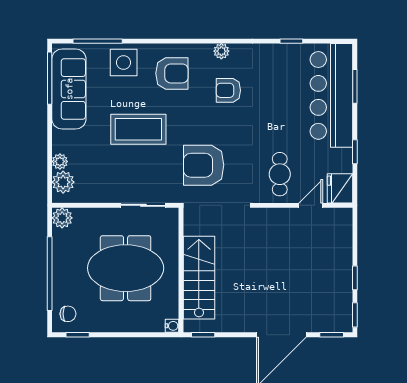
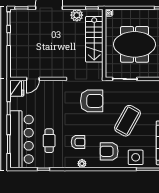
coffee table: (138, 129) -> (128, 121), turned -61
cafe table: (280, 174) -> (49, 141), moved
plant: (231, 321) -> (77, 15), added

